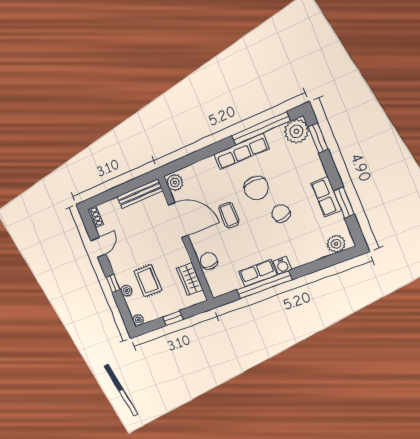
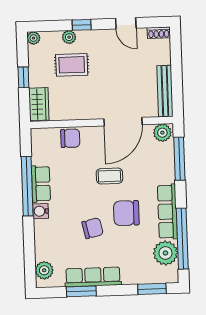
plant: (296, 131) -> (165, 253), moved
window: (191, 159) -> (179, 159), added
row of seats: (326, 197) -> (93, 277), width x1.48
wardrobe: (190, 279) -> (39, 104), moved, turned 90

